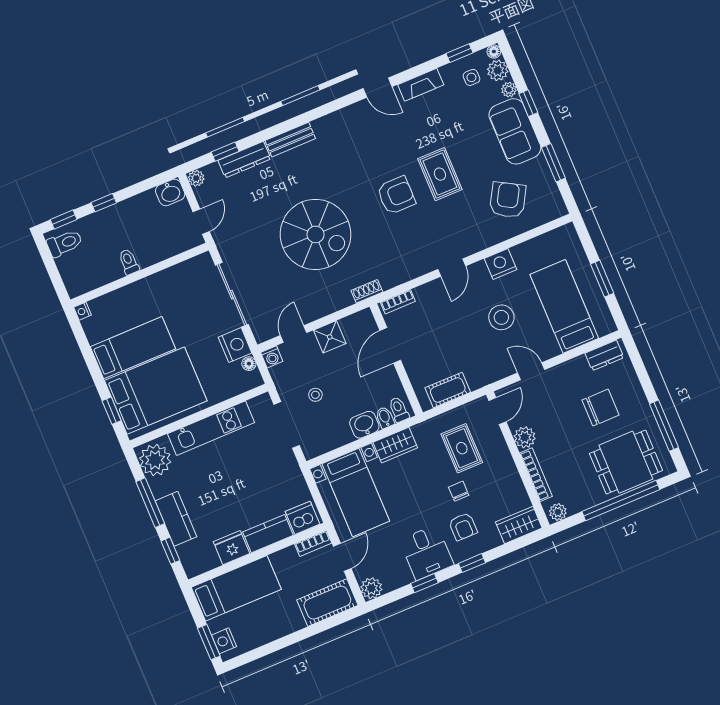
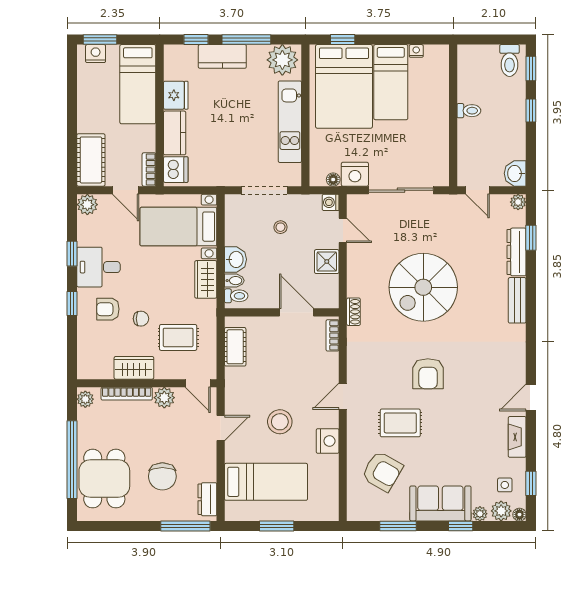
rug: (440, 174) -> (400, 423), moved
door: (452, 268) -> (343, 396), hinge flipped
nightstand: (82, 311) -> (416, 51), moved
window: (664, 426) -> (185, 526), moved
wardrobe: (519, 525) -> (134, 368), moved, turned -90

